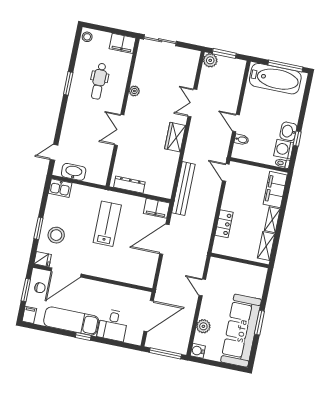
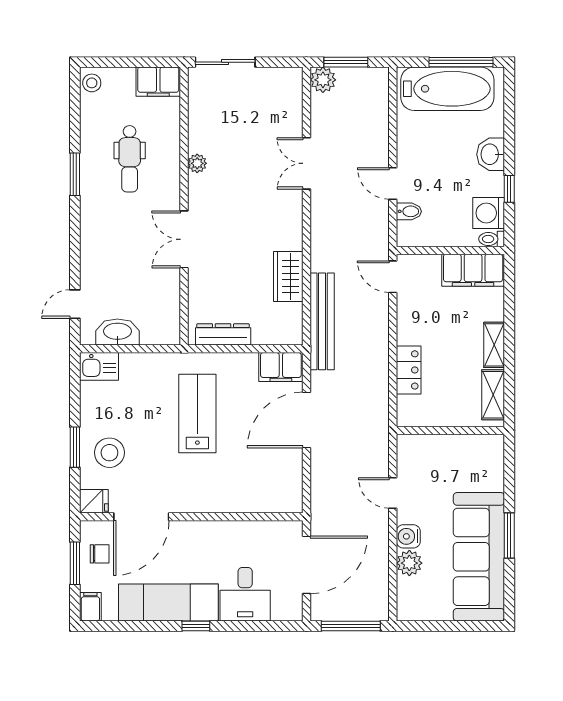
washbasin: (288, 131) -> (491, 154), moved
wardrobe: (175, 137) -> (288, 276), moved
filing cabinet: (275, 190) -> (473, 270), moved, turned -90
water cooler: (198, 351) -> (408, 536), moved

